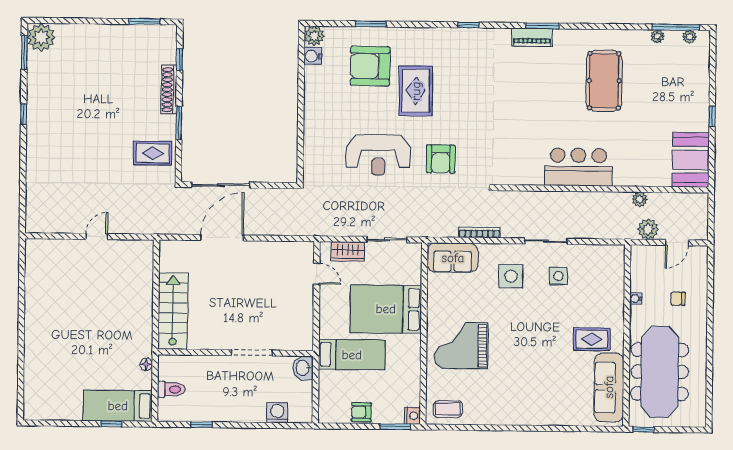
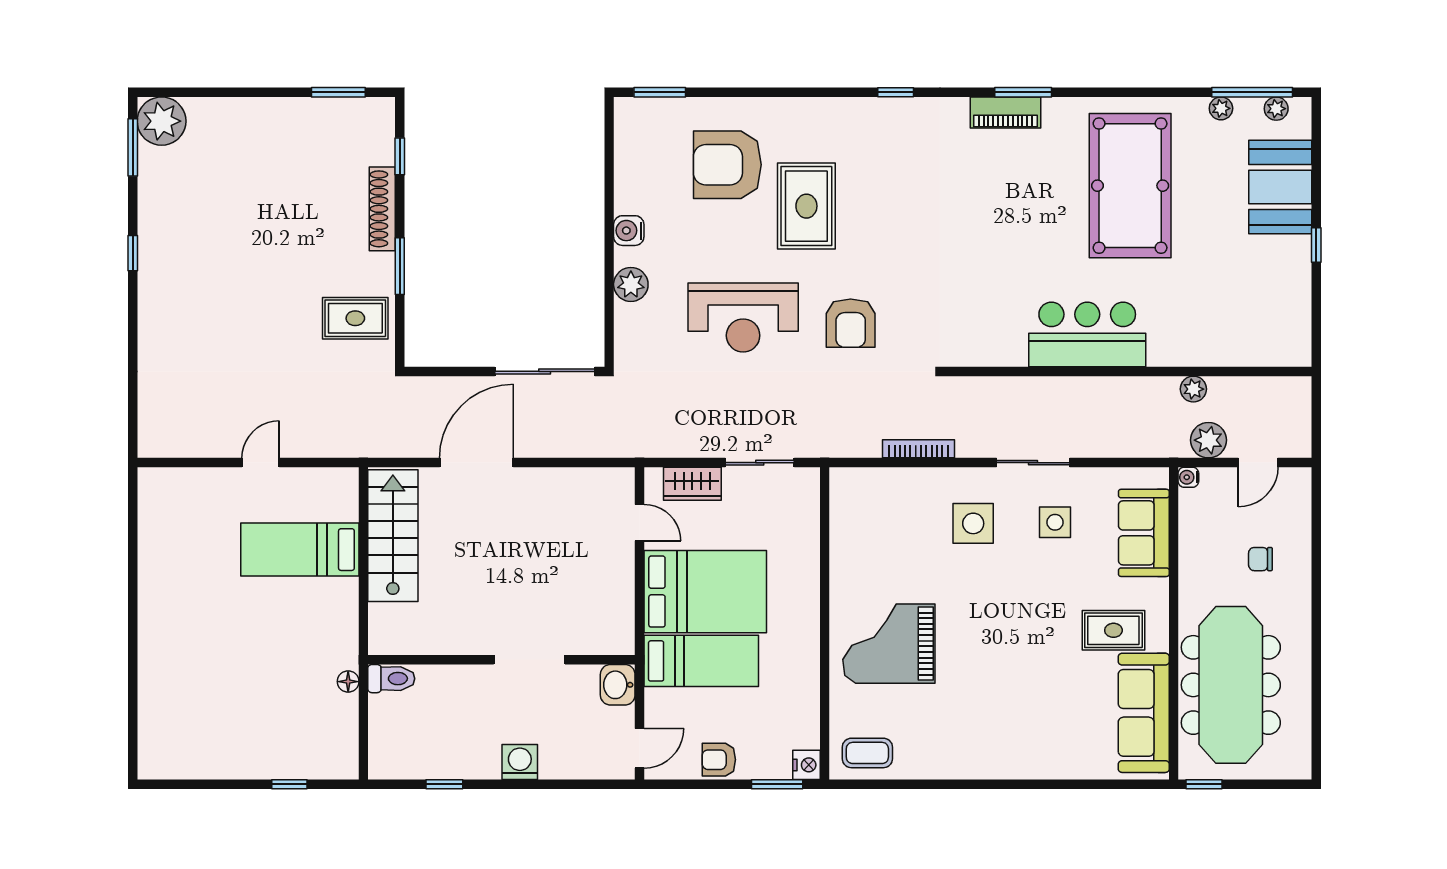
window: (371, 24) -> (660, 92), moved
plant: (314, 36) -> (631, 284), moved
water cooler: (313, 56) -> (629, 231), moved
pool table: (604, 81) -> (1130, 186), width x1.36, depth x1.32
booth: (691, 160) -> (1280, 187), moved
sliding door: (221, 185) -> (545, 371), moved
sofa: (453, 258) -> (1144, 533), moved, turned 90
water cooler: (636, 299) -> (1188, 477), moved
bed: (386, 309) -> (705, 592), moved, turned 180
stairs: (173, 311) -> (393, 536), moved
toilet: (171, 389) -> (391, 679), moved
door: (315, 405) -> (640, 748), added
bed: (118, 406) -> (300, 550), moved
washing machine: (277, 413) -> (520, 762), moved

